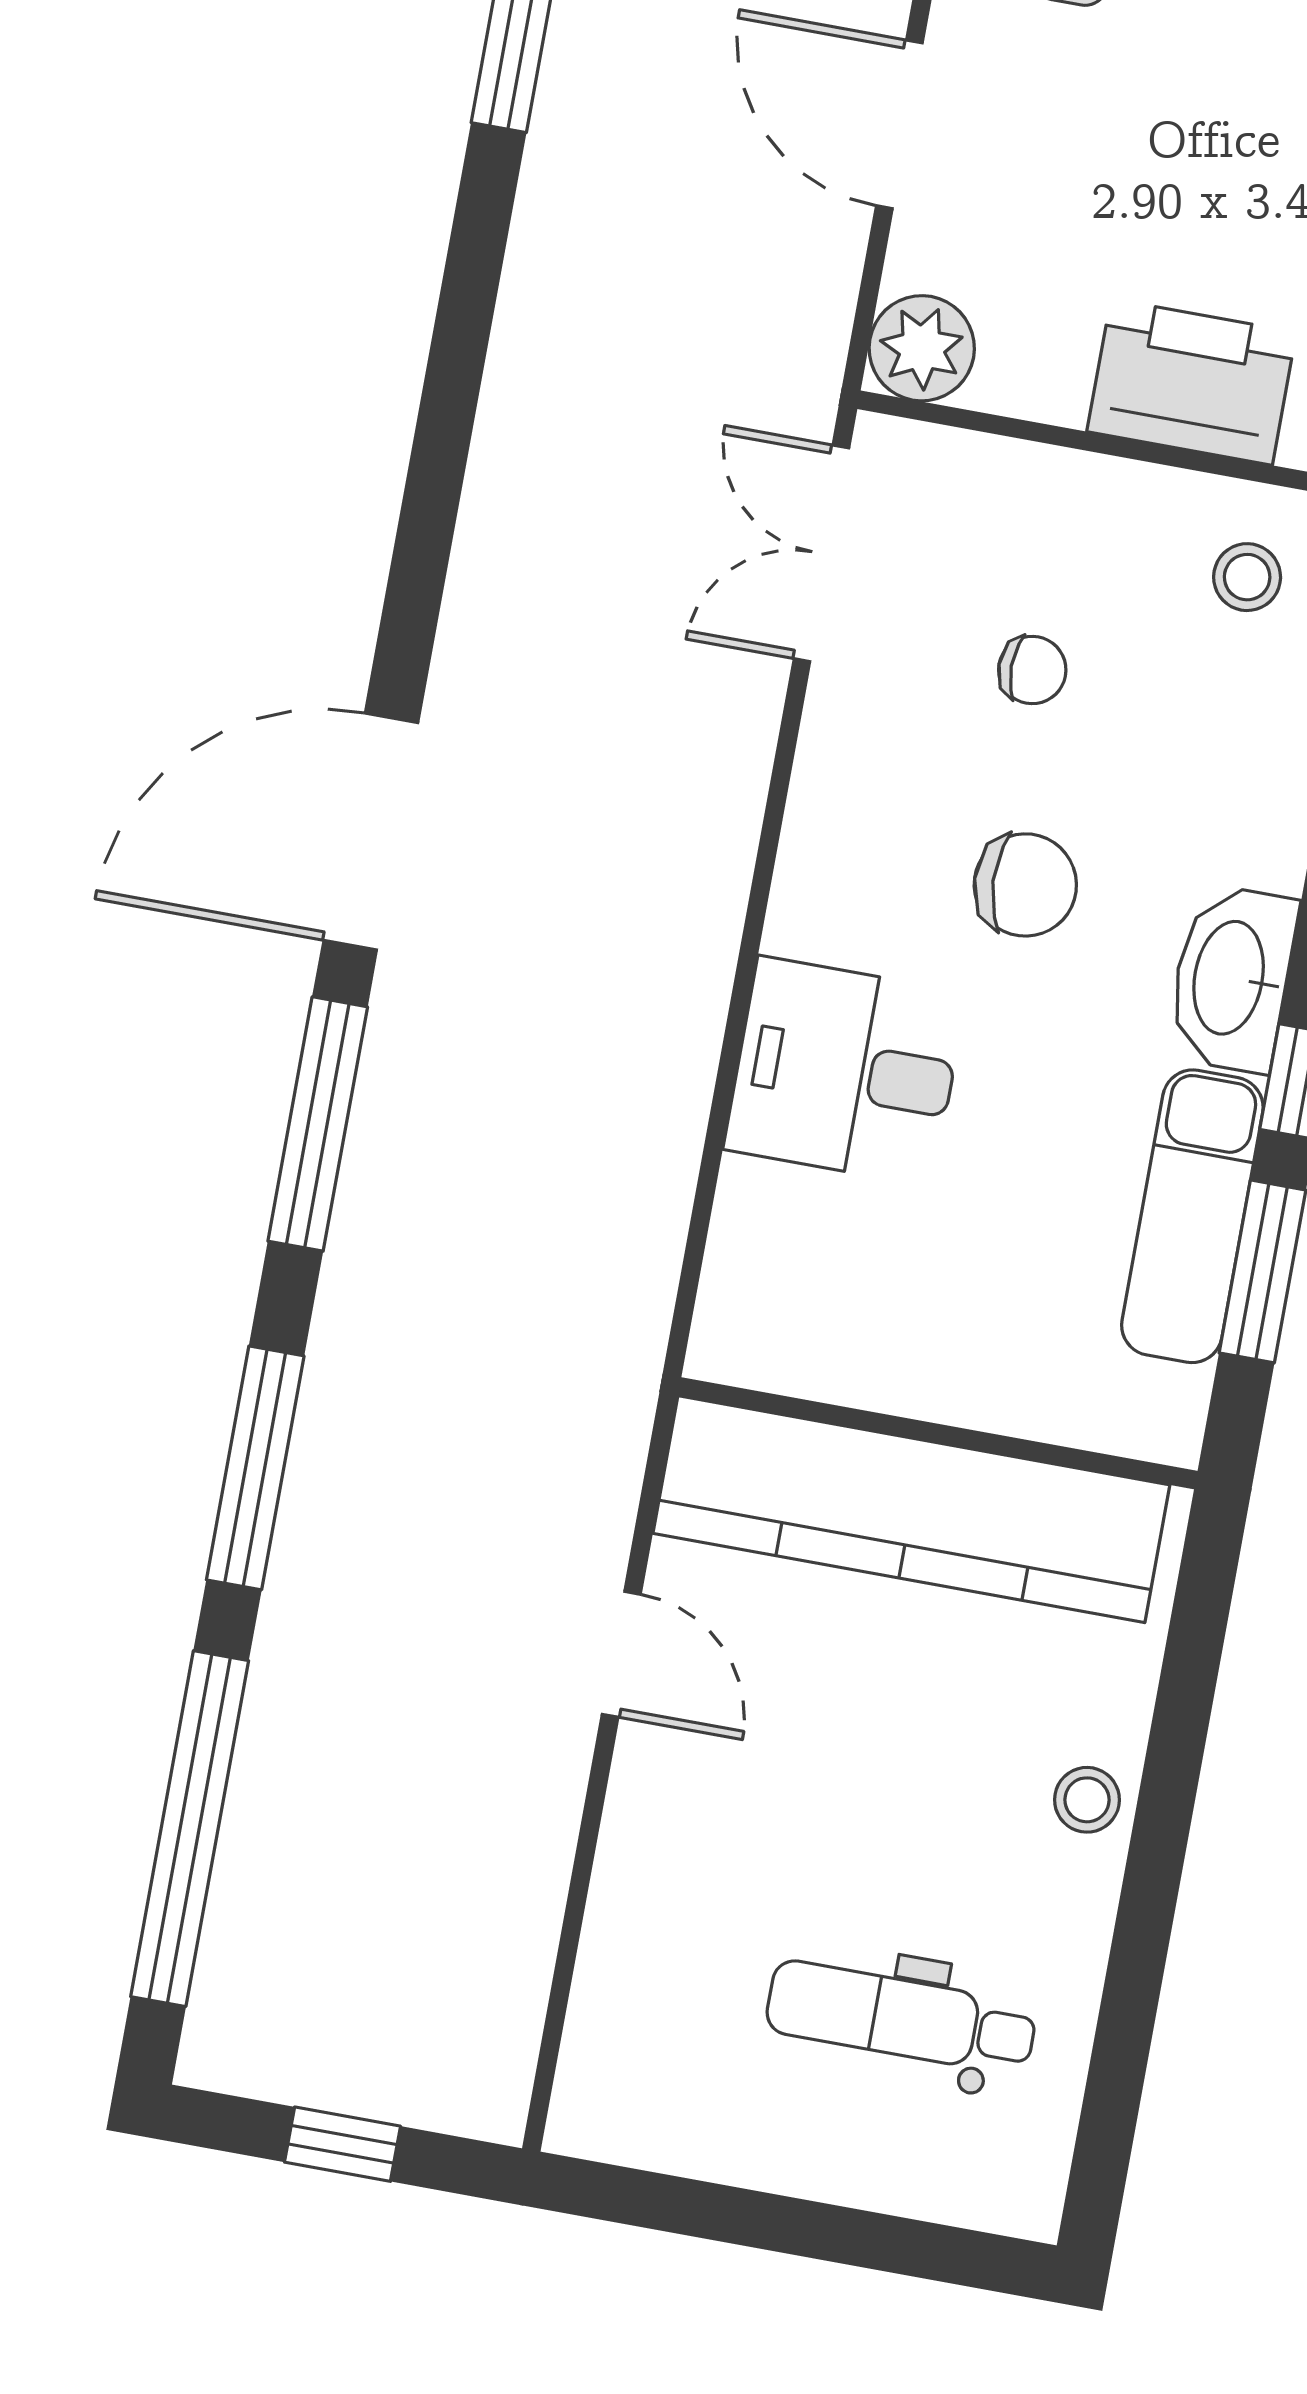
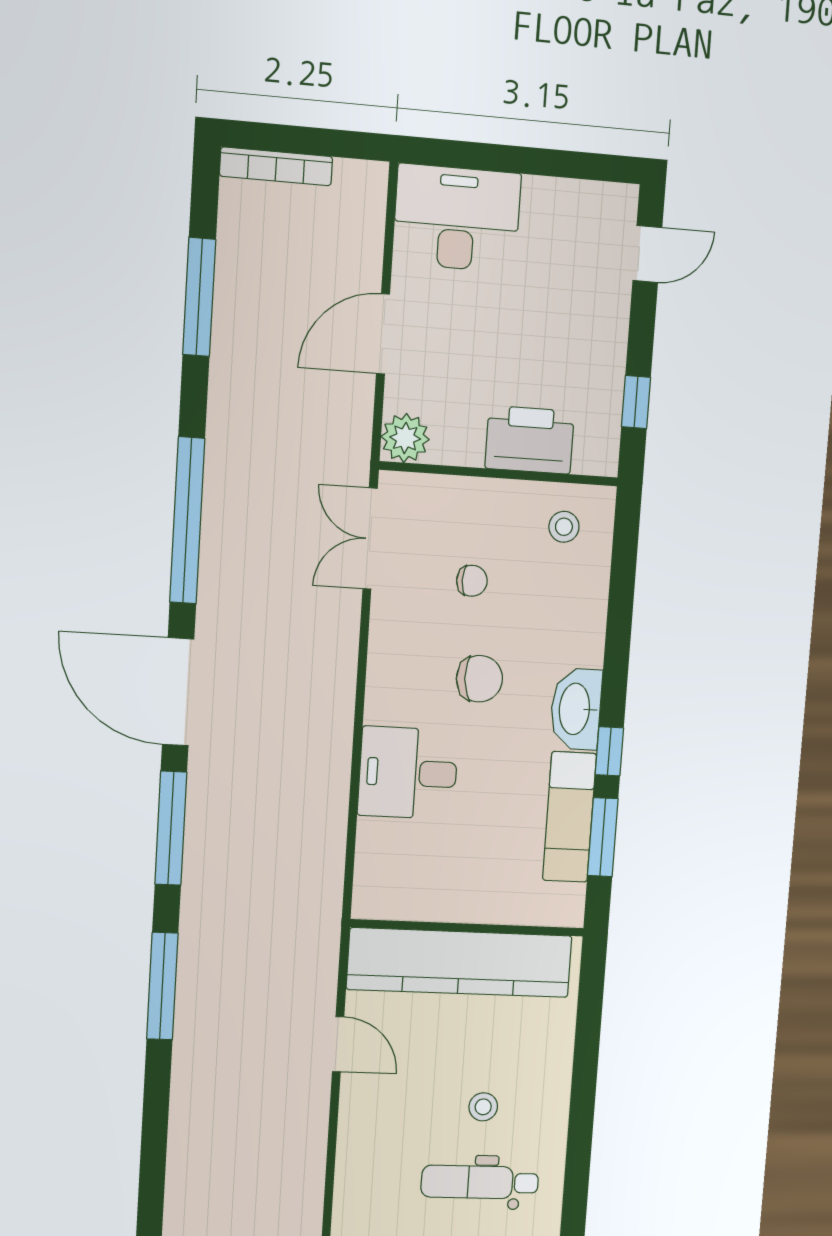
door: (899, 124) -> (383, 334), hinge flipped
door: (371, 831) -> (178, 692), hinge flipped
stool: (1087, 1800) -> (483, 1107), moved
window: (190, 1829) -> (187, 520), moved

